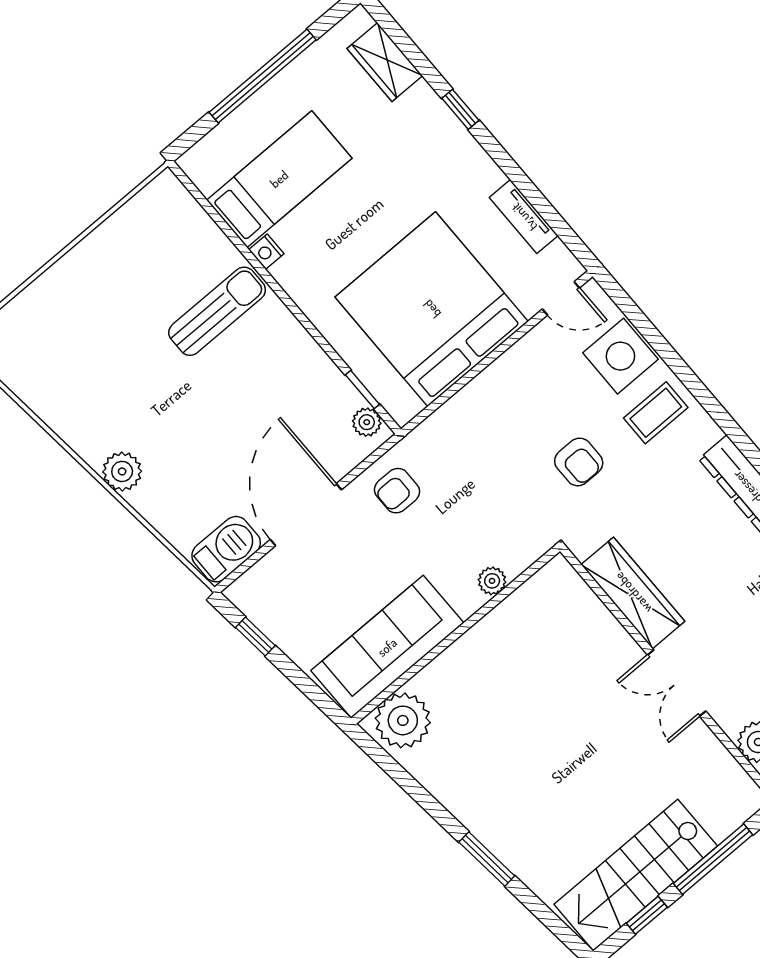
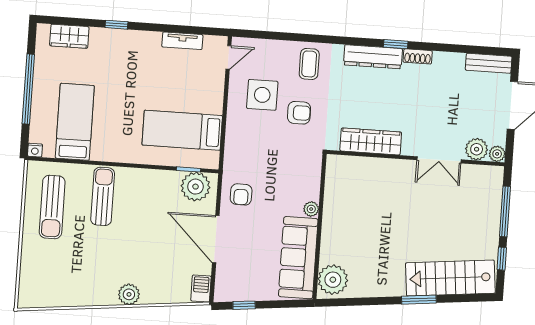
nightstand: (266, 252) -> (35, 150), moved
sun lounger: (138, 259) -> (52, 207), added
bed: (432, 309) -> (182, 130), width x0.49
side table: (620, 356) -> (262, 95), moved
plant: (367, 422) -> (196, 187), width x1.88, depth x1.88
barbecue: (226, 549) -> (201, 288), width x0.73, depth x0.79
plant: (492, 581) -> (311, 209), moved
double door: (677, 683) -> (439, 160), moved
stairs: (636, 875) -> (450, 278), moved, turned 84

